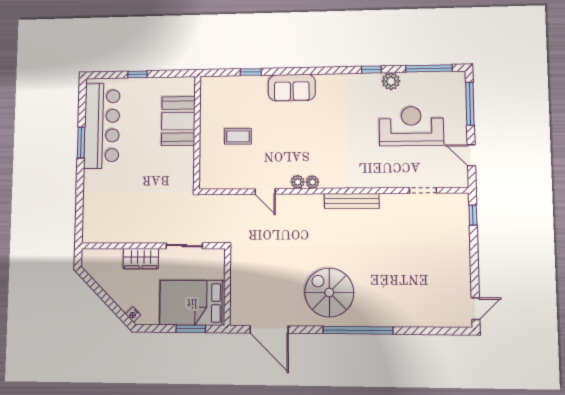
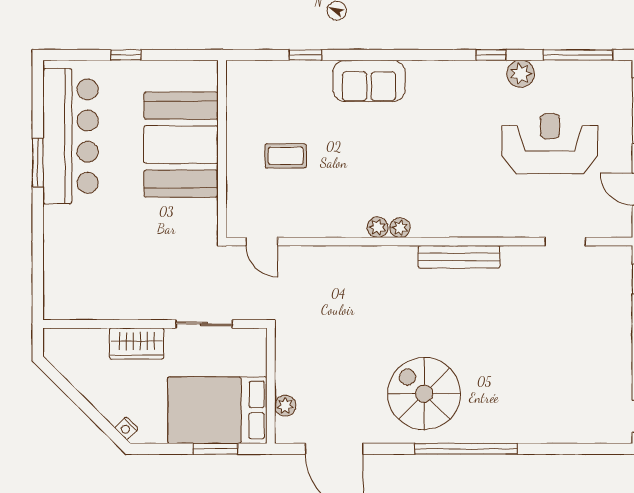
booth: (178, 121) -> (181, 145), width x1.36, depth x1.42
door: (265, 192) -> (262, 242), moved
plant: (237, 300) -> (285, 406), added

